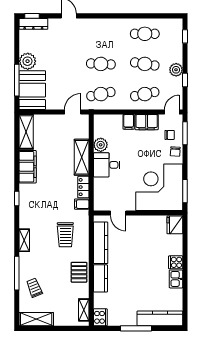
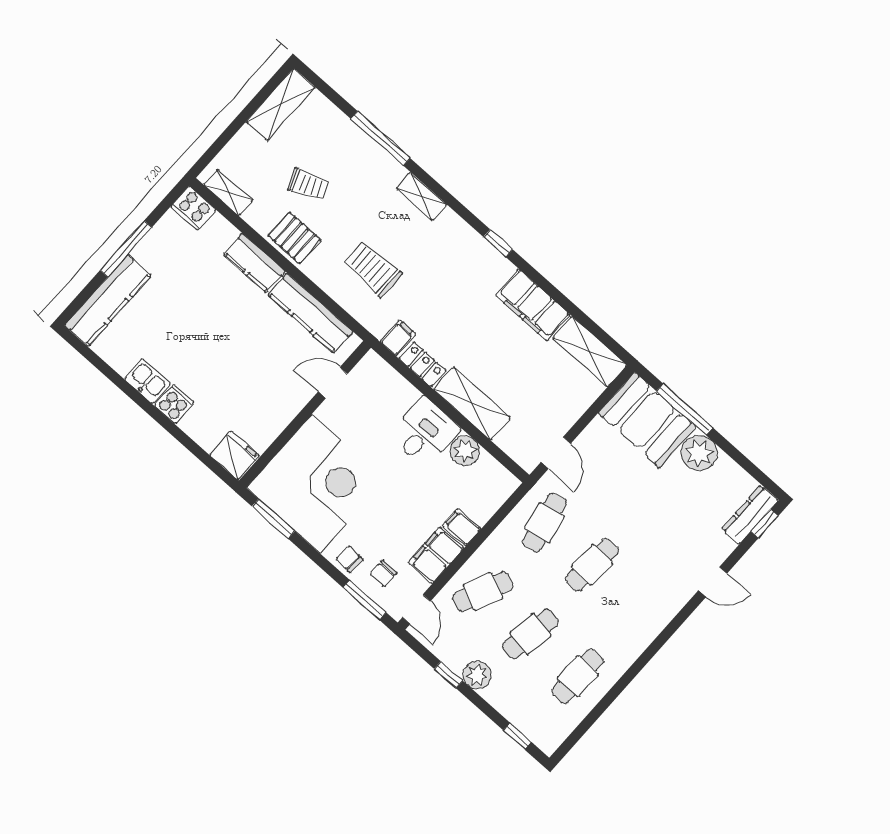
cafe table: (145, 94) -> (483, 592), turned 36
trolley: (34, 288) -> (308, 185), moved

